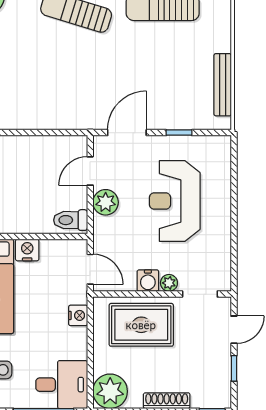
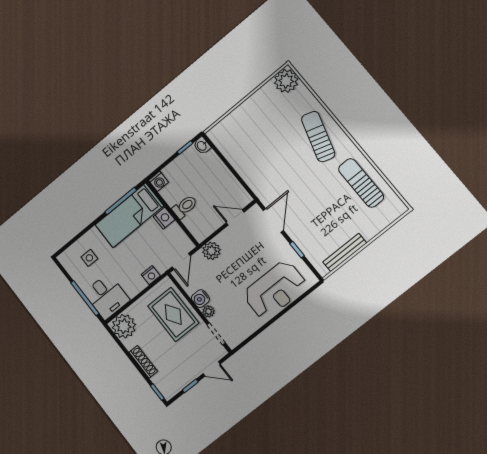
door: (127, 133) -> (273, 220), hinge flipped
reception desk: (175, 201) -> (275, 290), moved, turned 180
plant: (106, 202) -> (211, 251), moved
toilet: (71, 220) -> (185, 207), moved, turned 90

